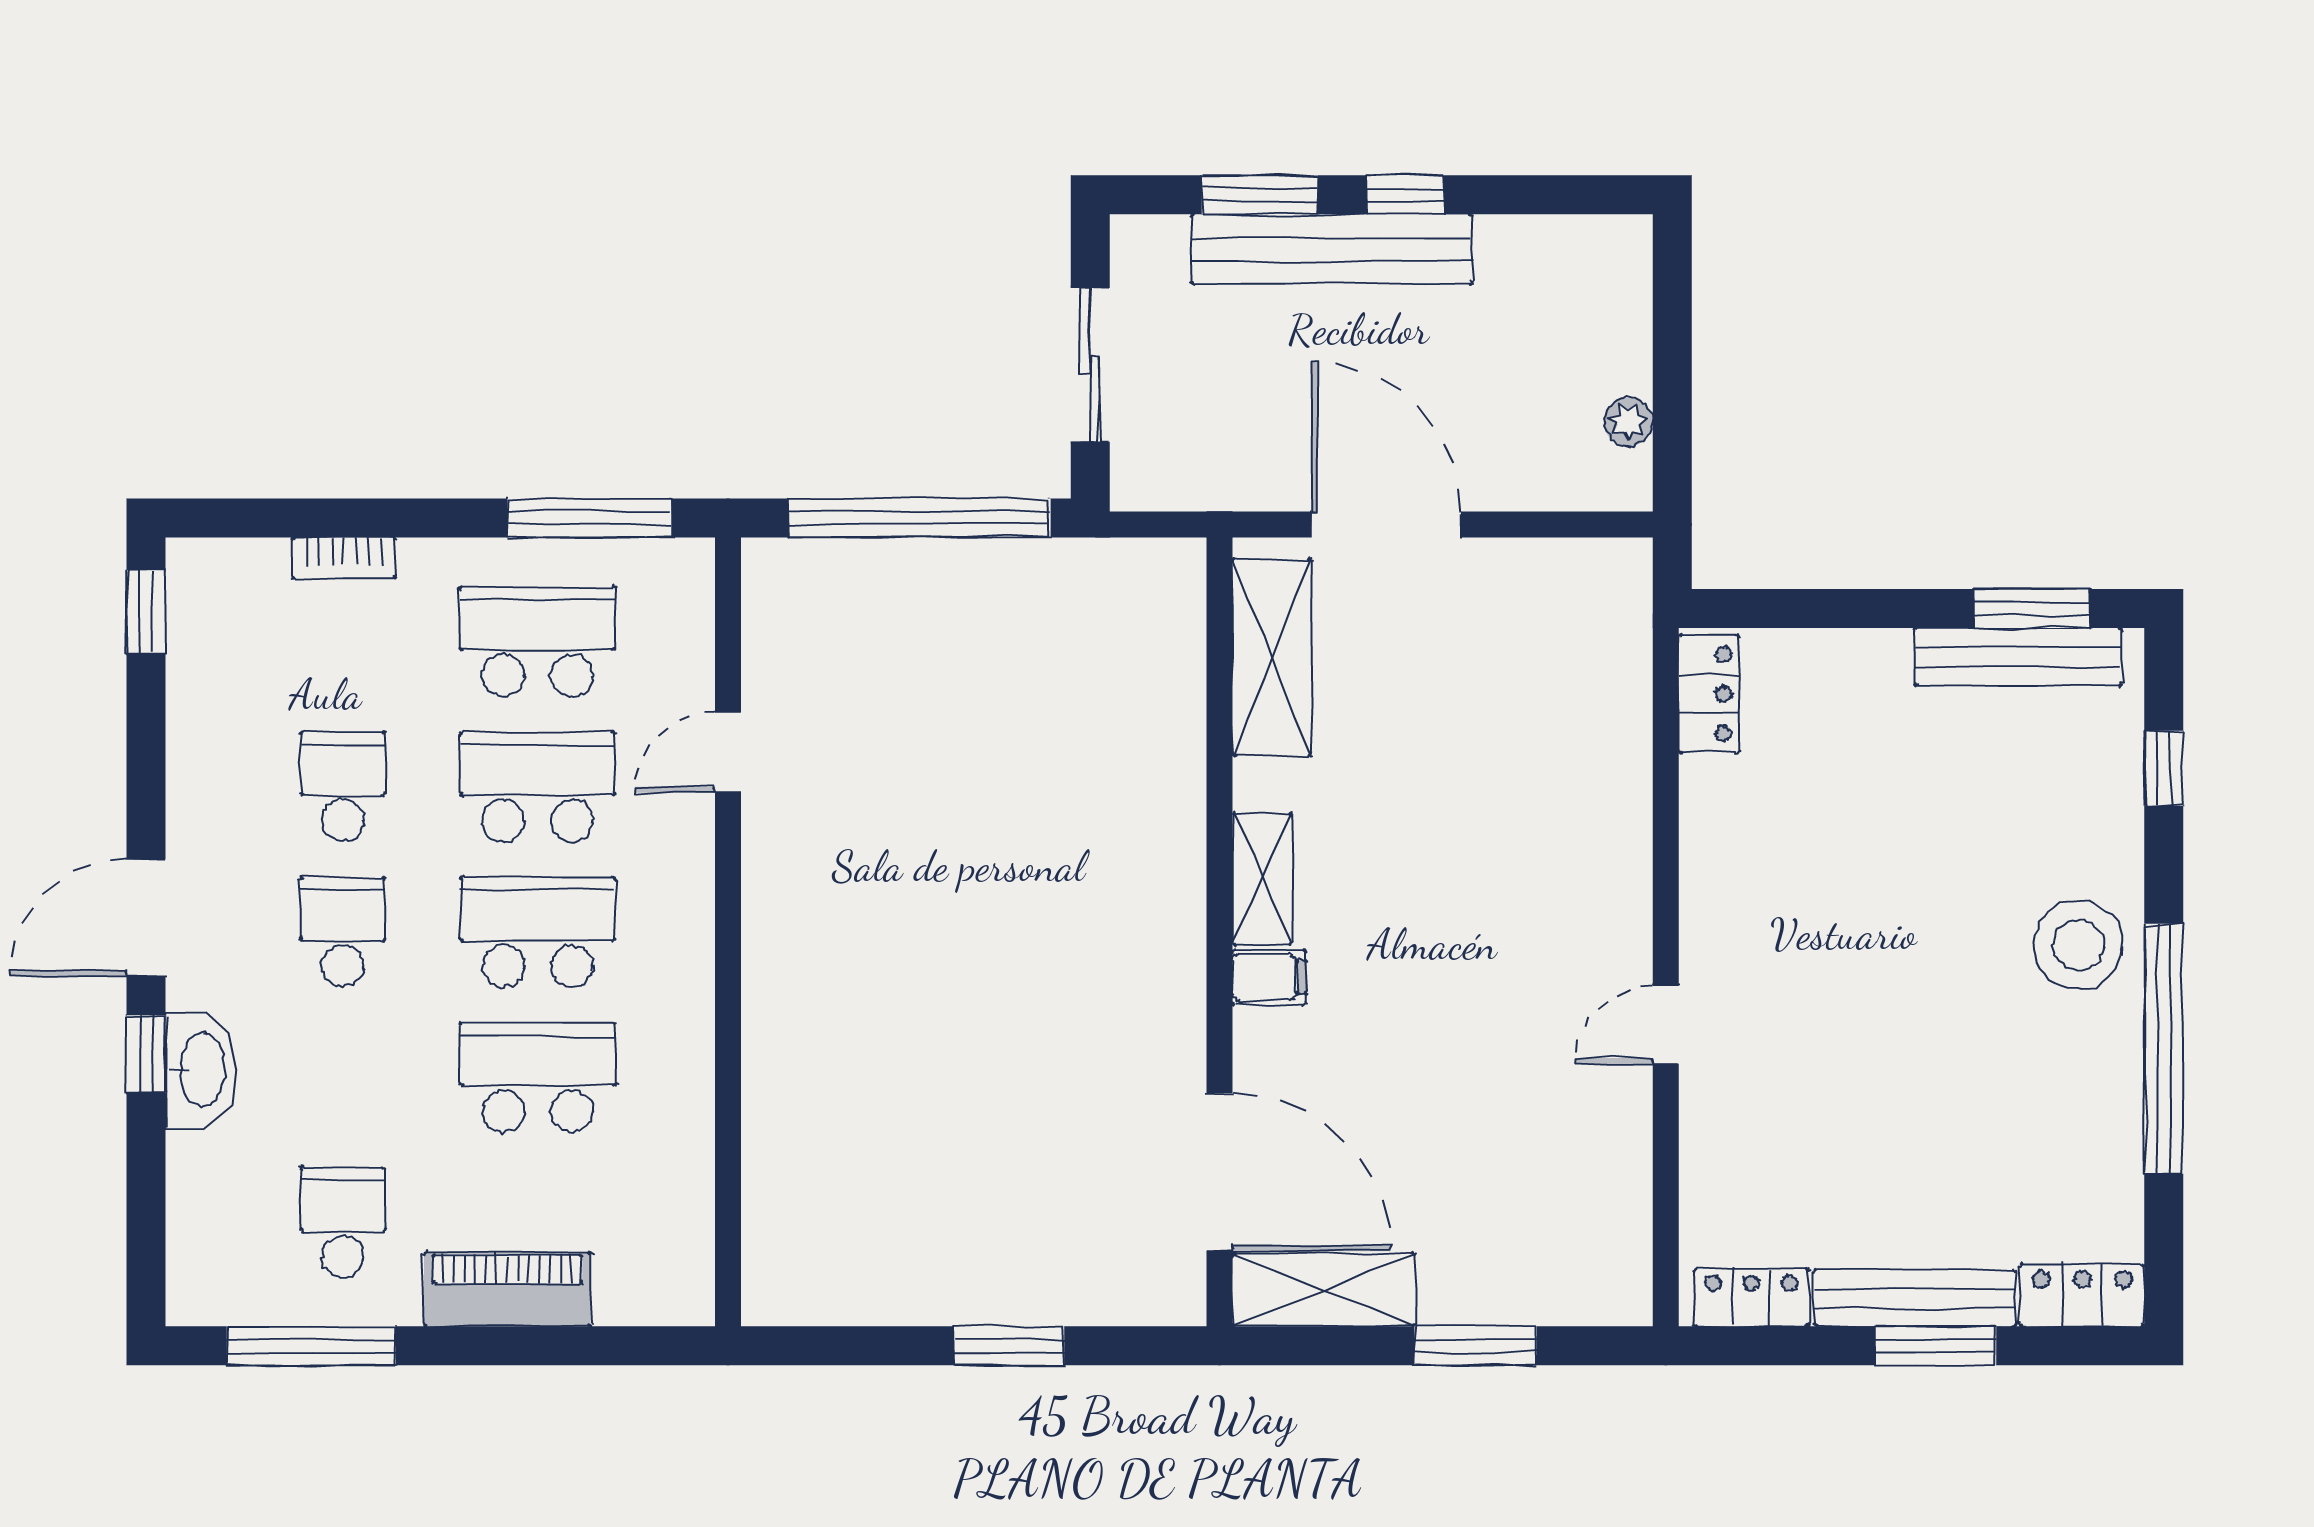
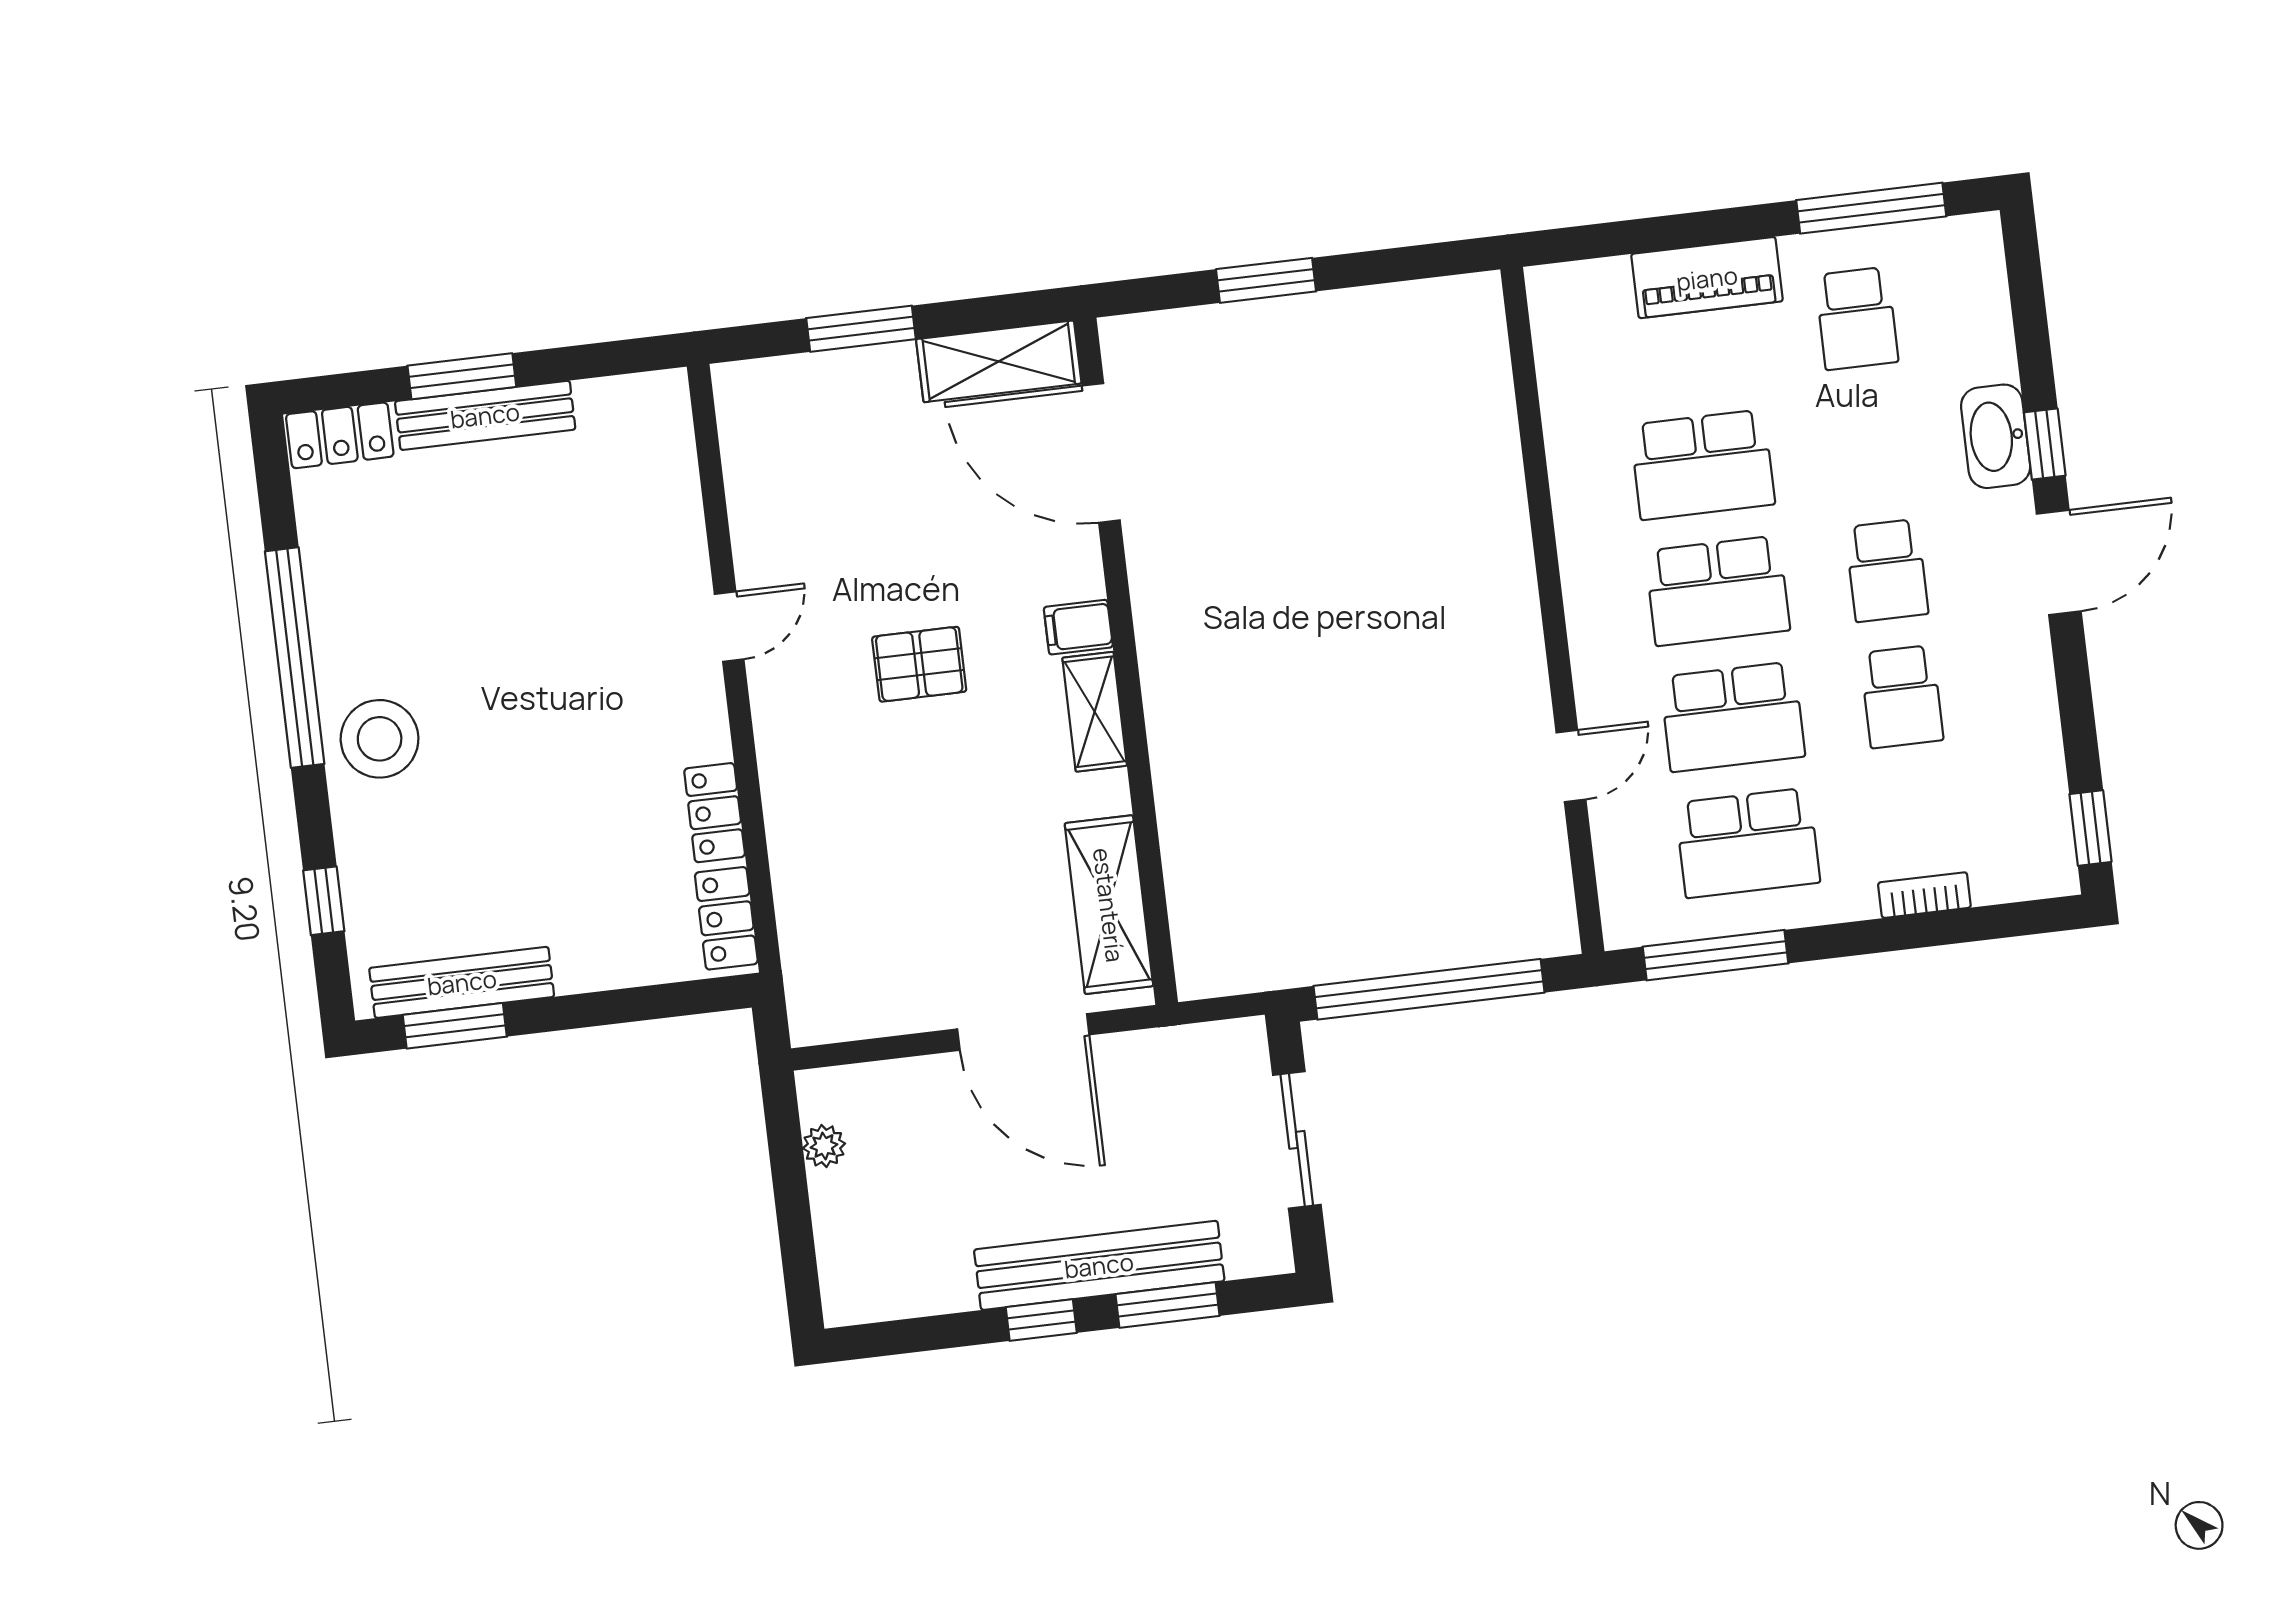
pallet: (1455, 957) -> (919, 664), added
locker: (1751, 1297) -> (715, 813), moved, turned 90

